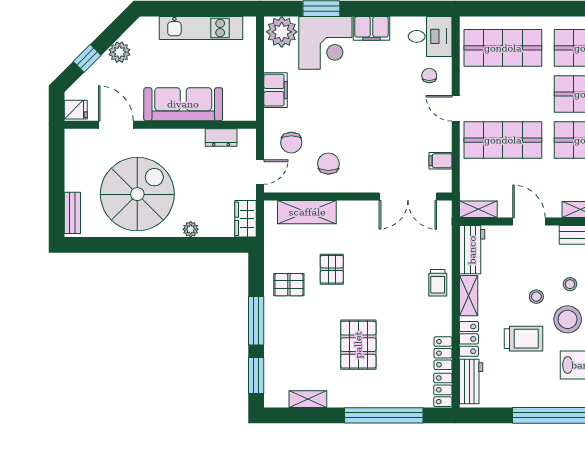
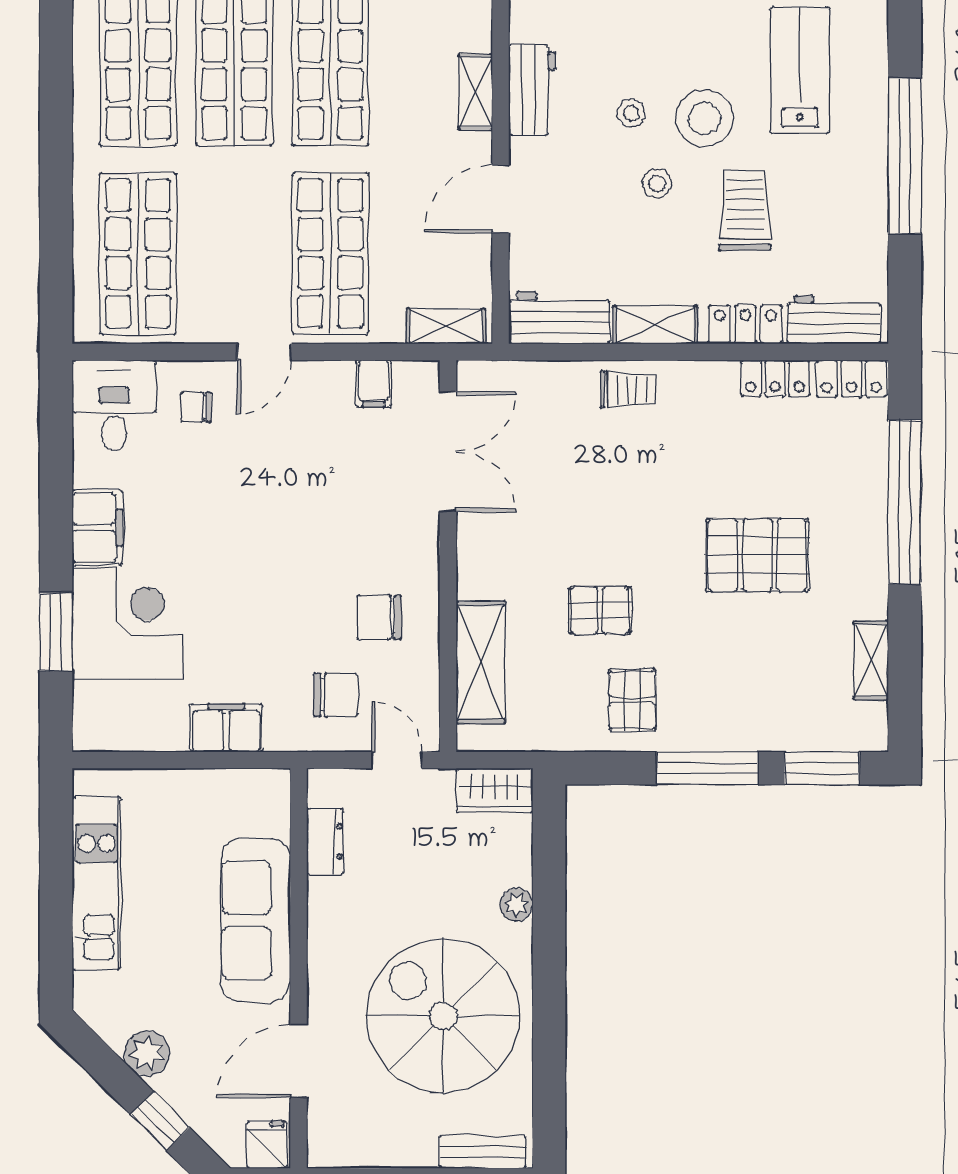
plant: (282, 32) -> (105, 715), removed
shelving: (478, 209) -> (446, 326), moved, turned 90

